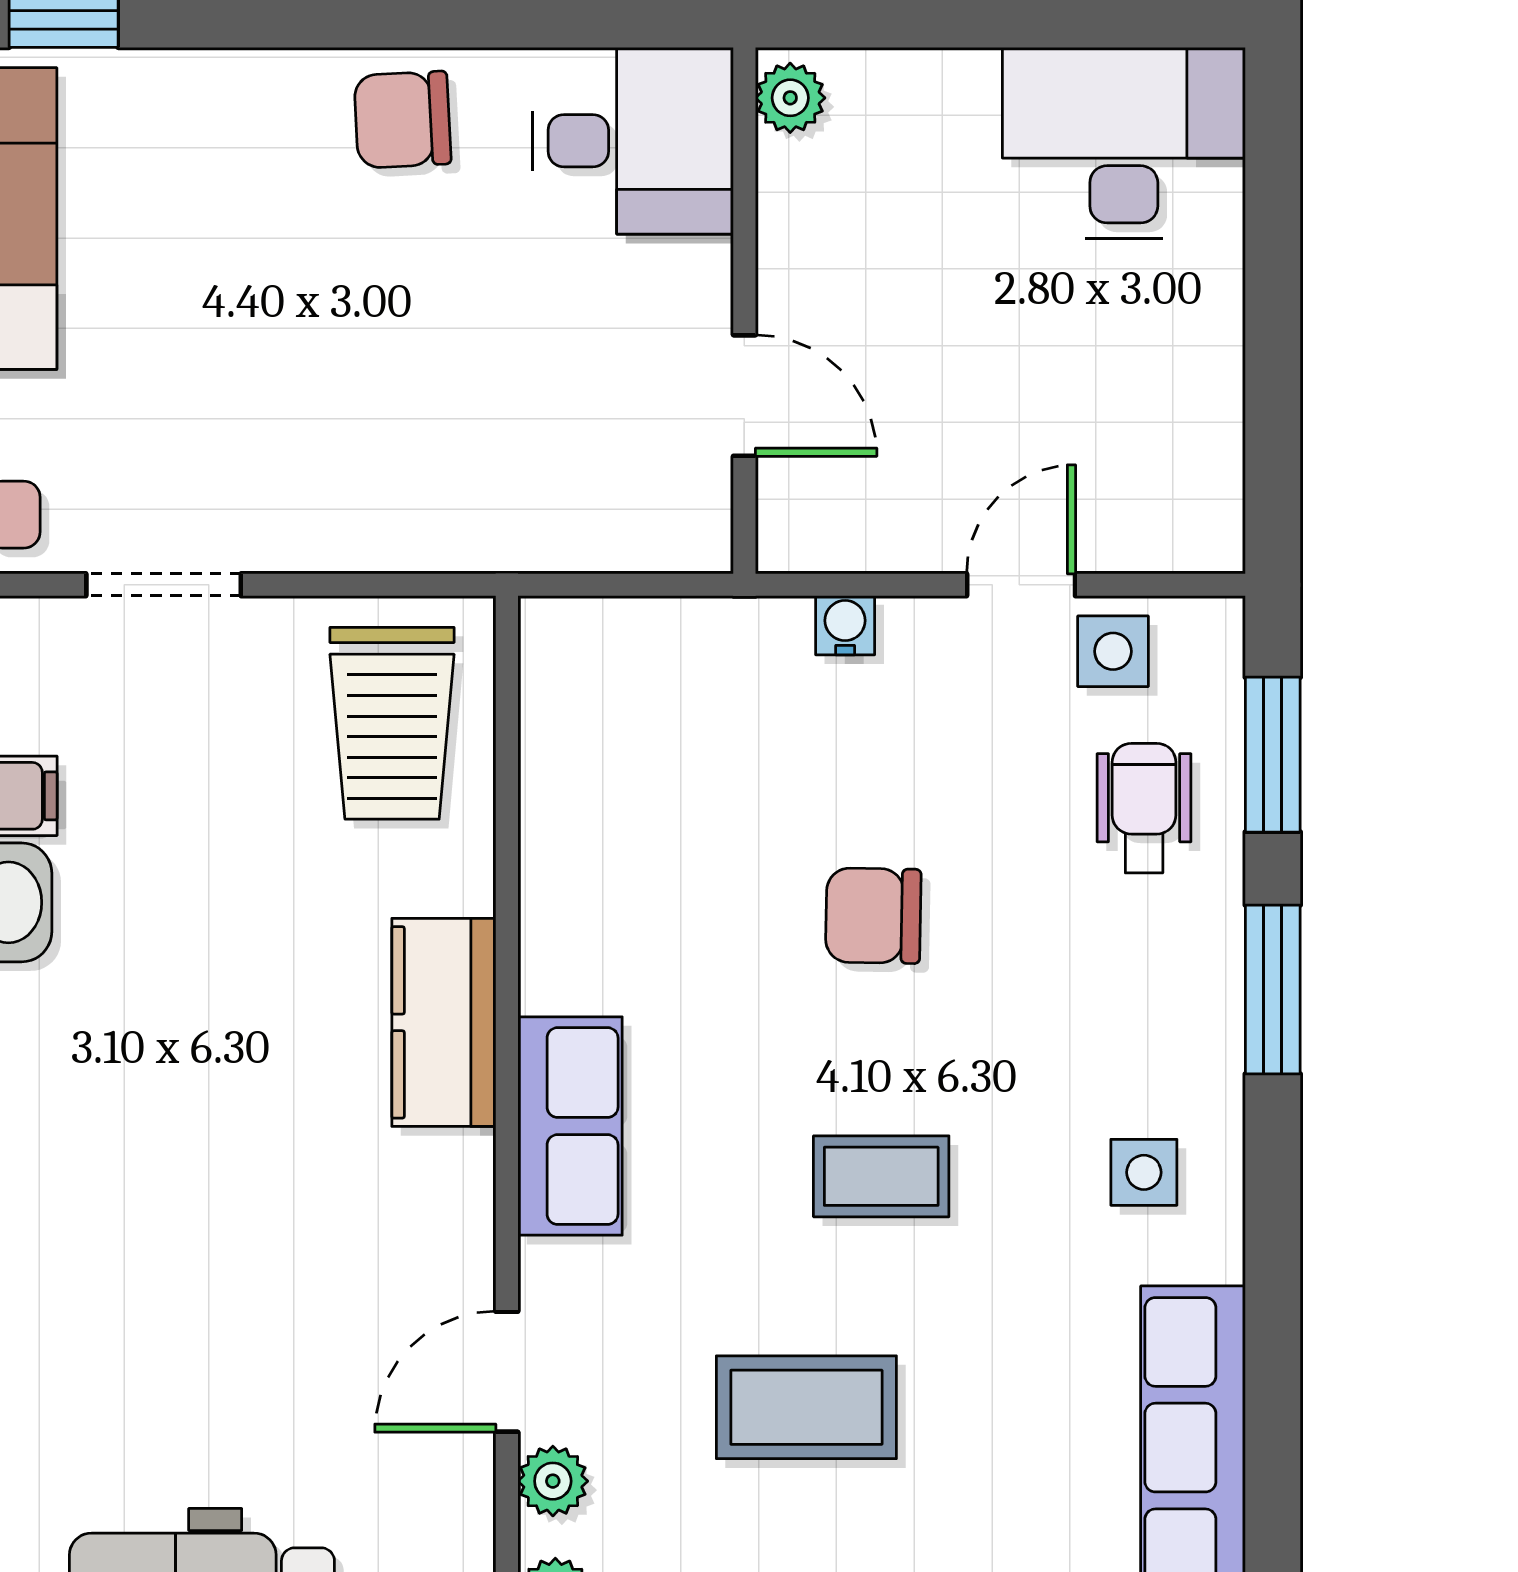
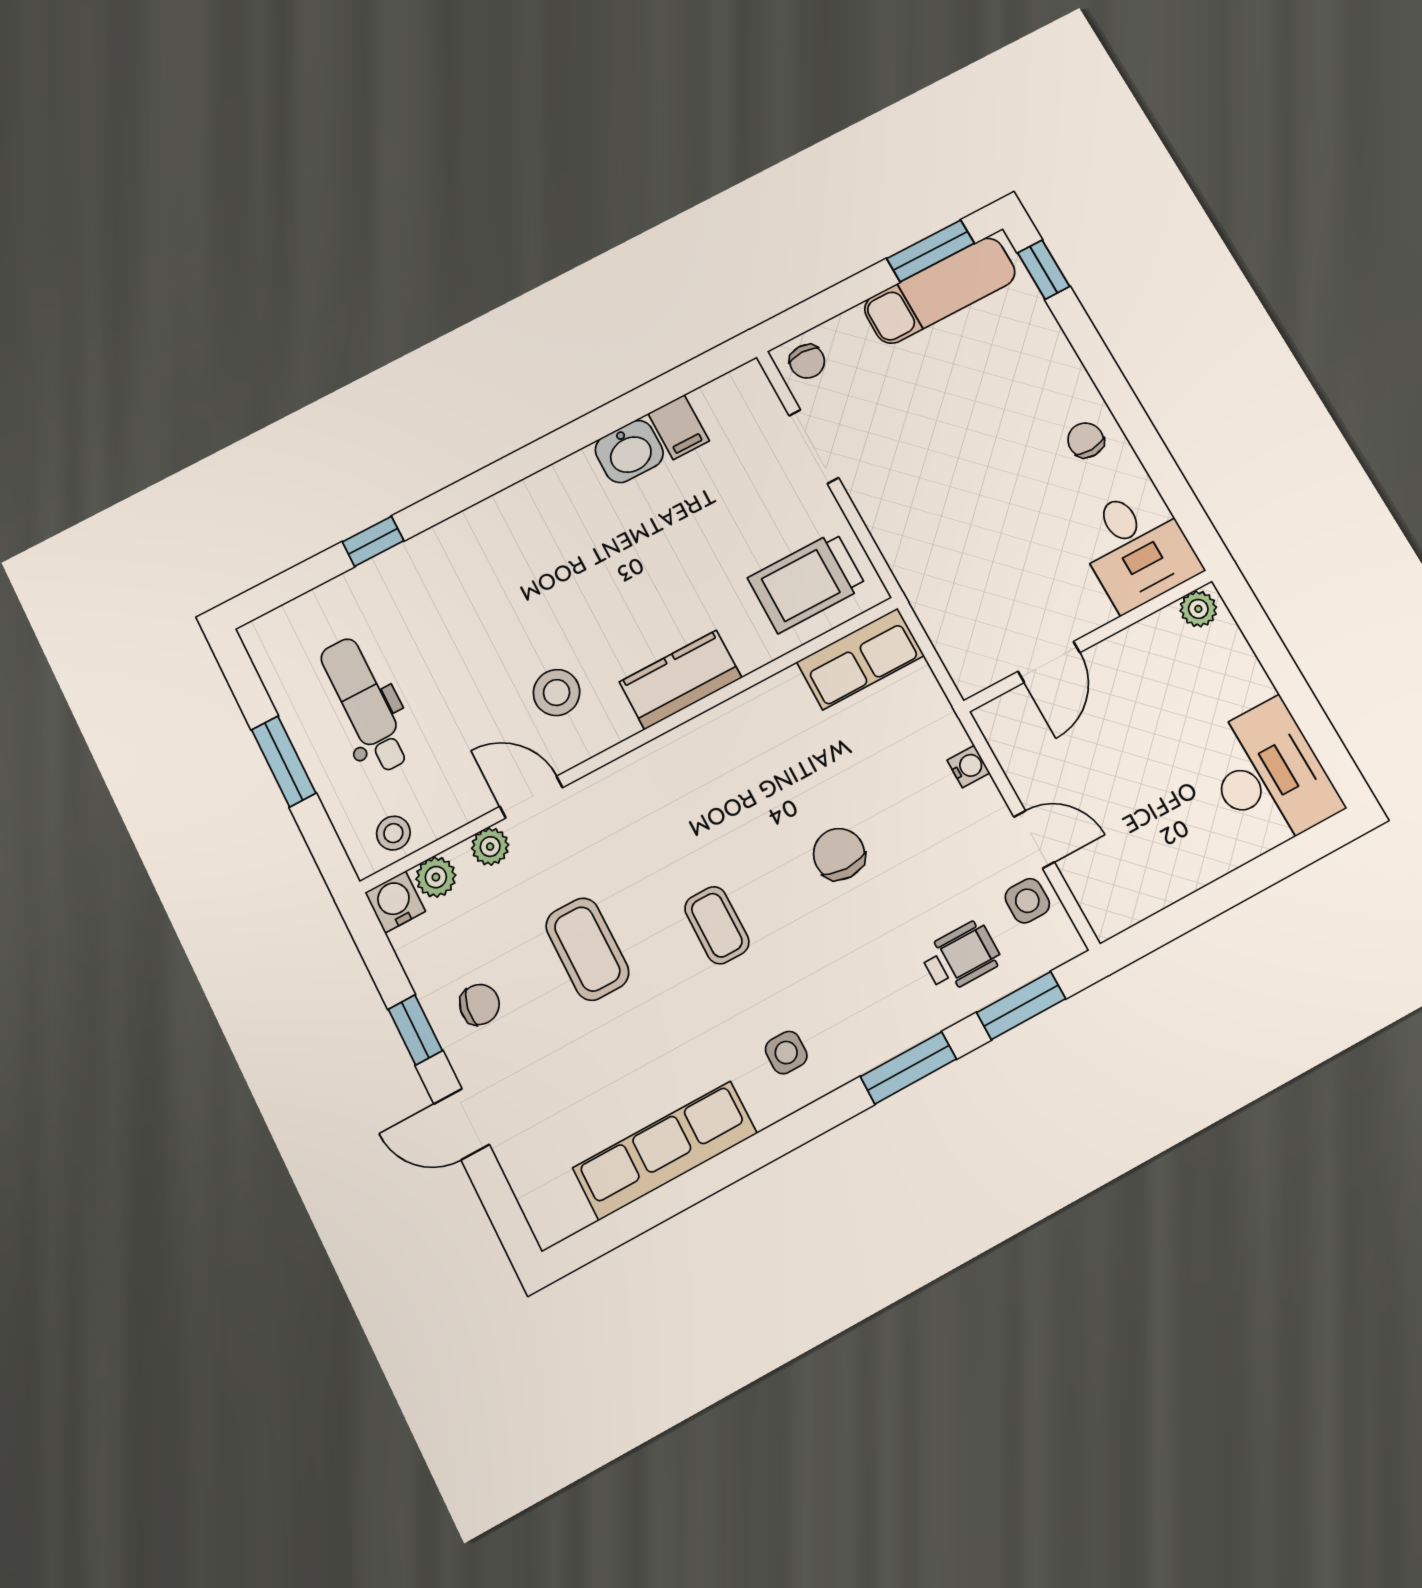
chair: (403, 120) -> (1086, 440), width x0.73, depth x0.73
row of seats: (570, 1126) -> (860, 659), moved
stool: (353, 1240) -> (557, 693), added

